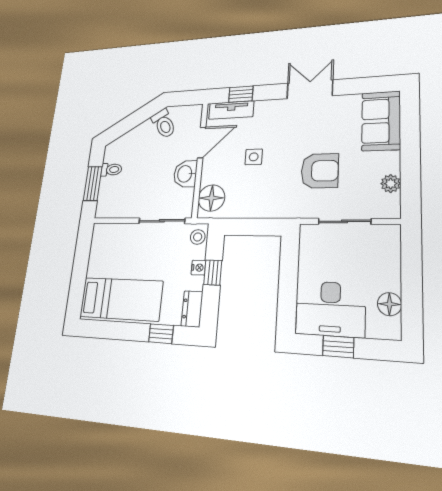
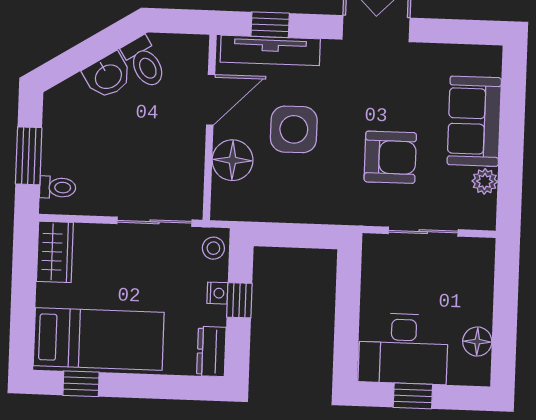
tv unit: (231, 110) -> (270, 50), width x1.41
sofa: (381, 121) -> (474, 121), moved
side table: (254, 157) -> (294, 129), width x1.87, depth x1.87
toilet: (111, 170) -> (58, 187), moved
washbasin: (185, 174) -> (108, 76), moved, turned -122
floor lamp: (211, 198) -> (233, 160), moved
wardrobe: (101, 242) -> (55, 252), added
window: (161, 334) -> (81, 384), moved

